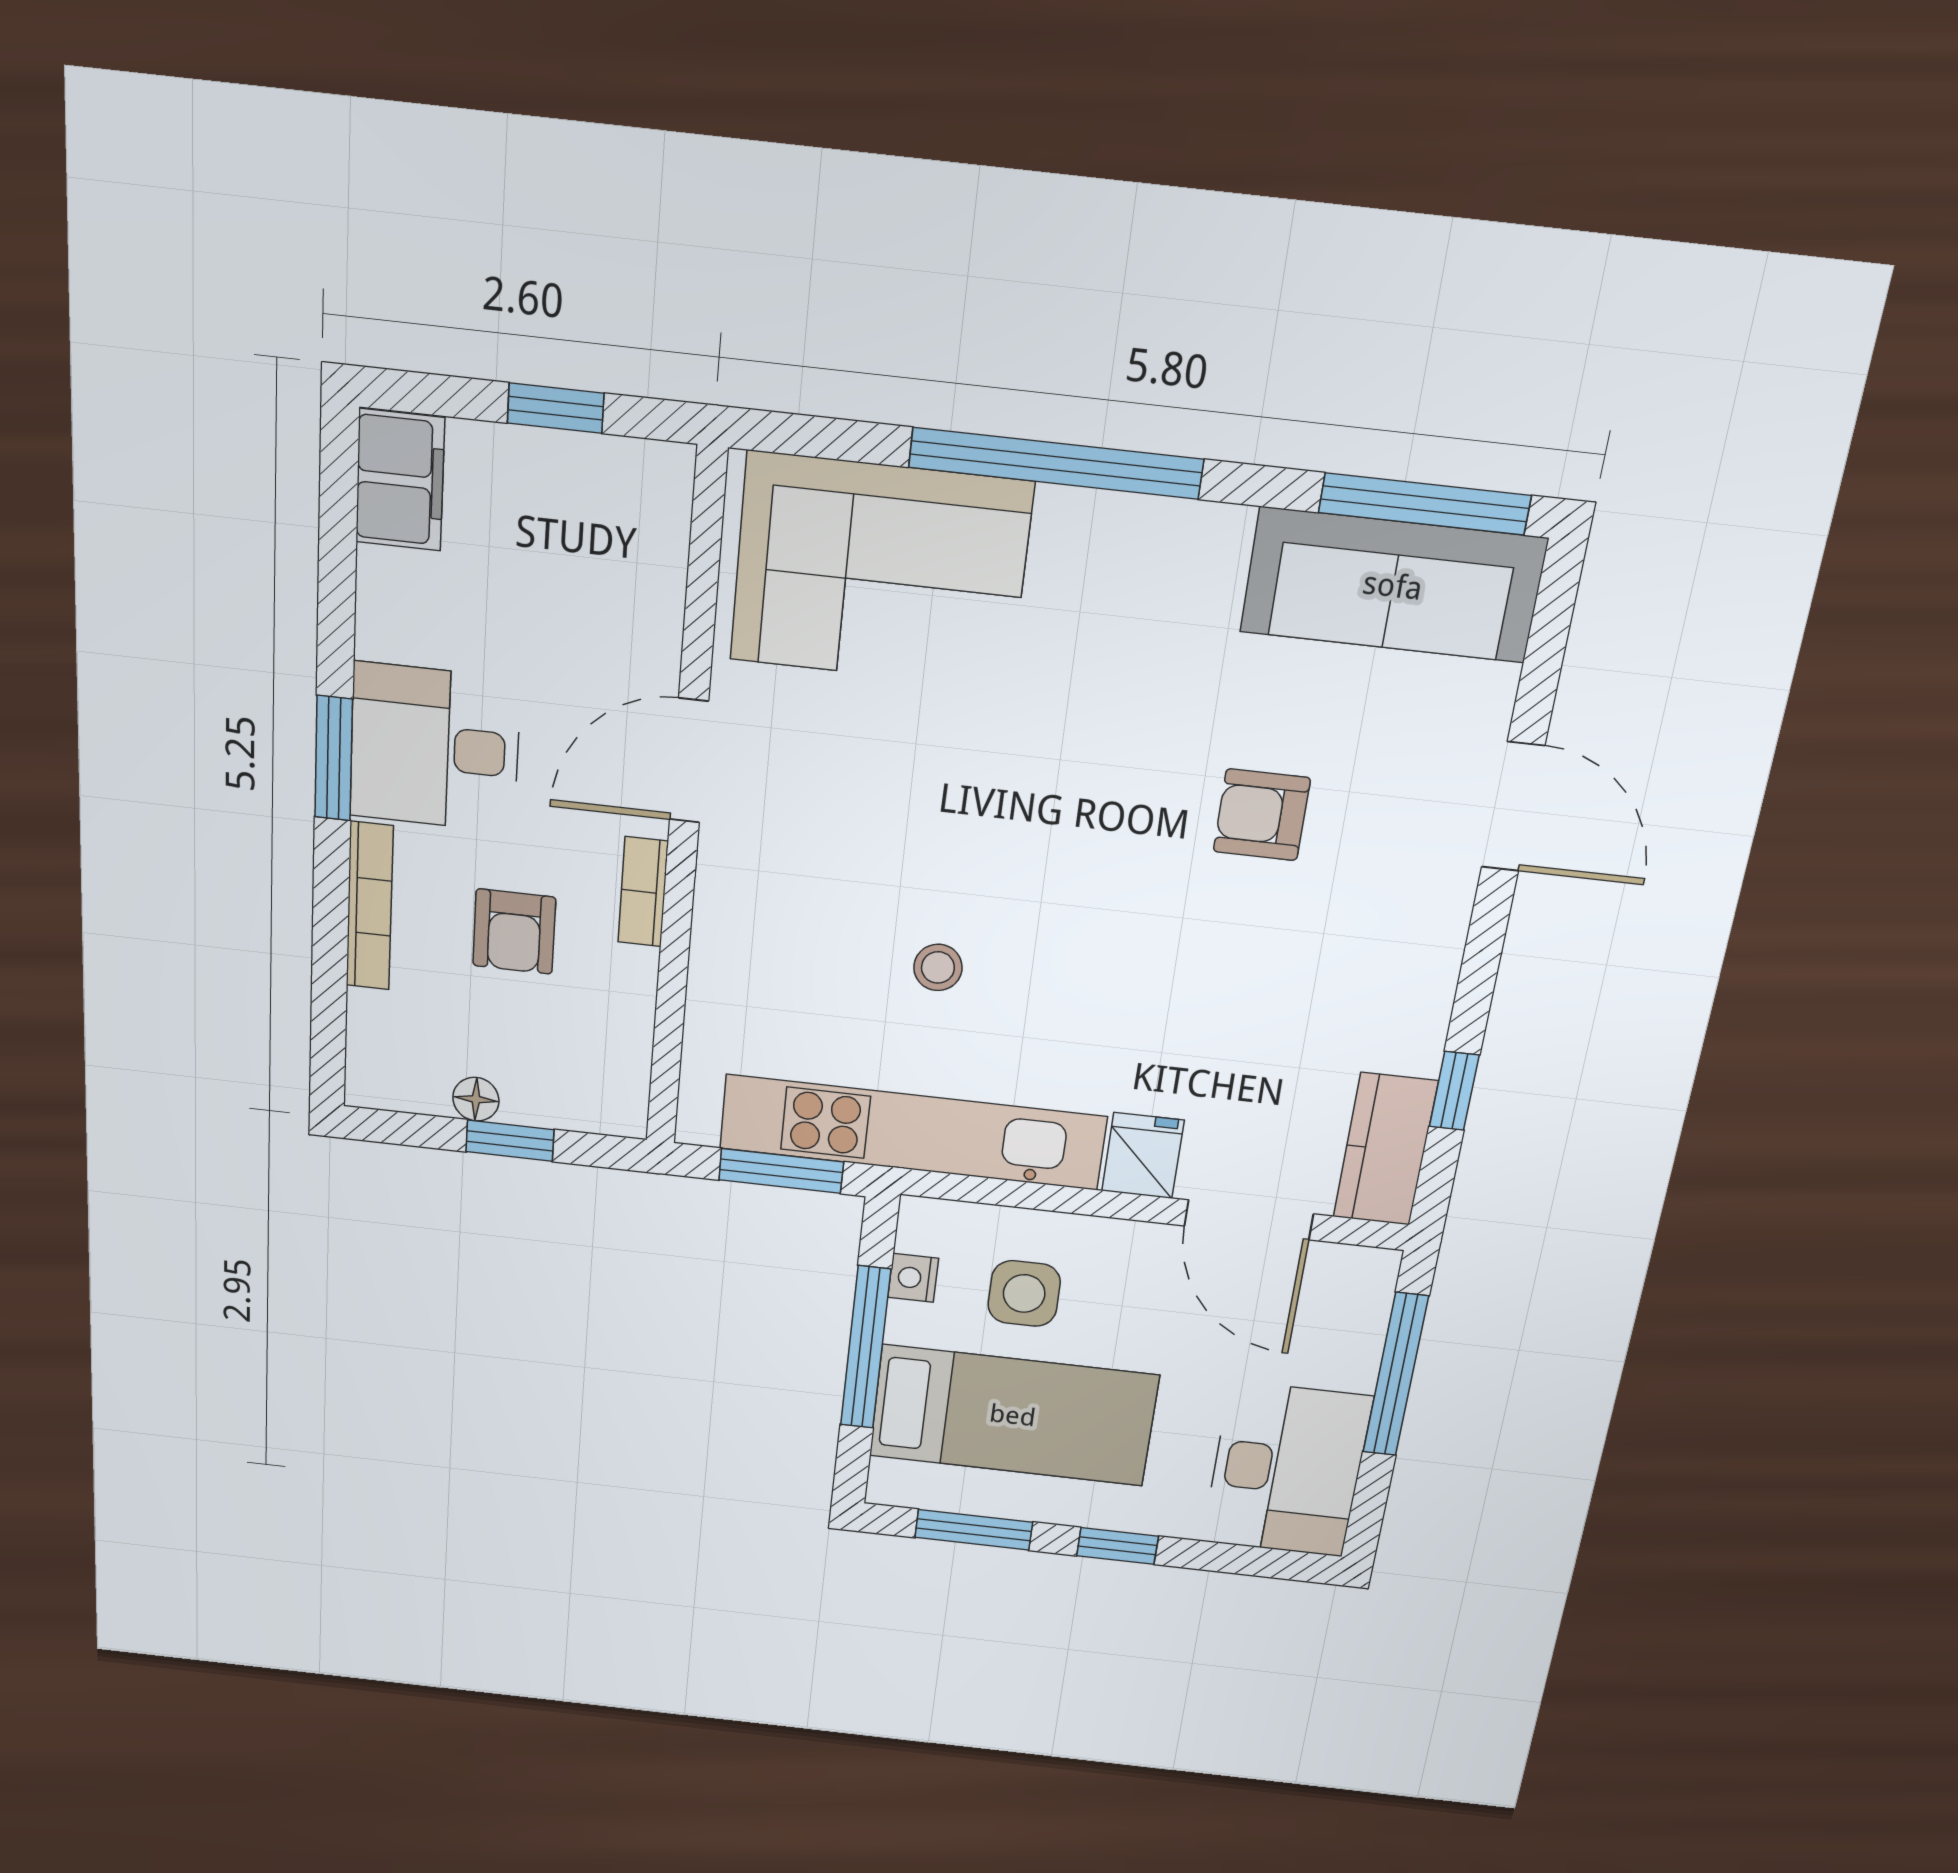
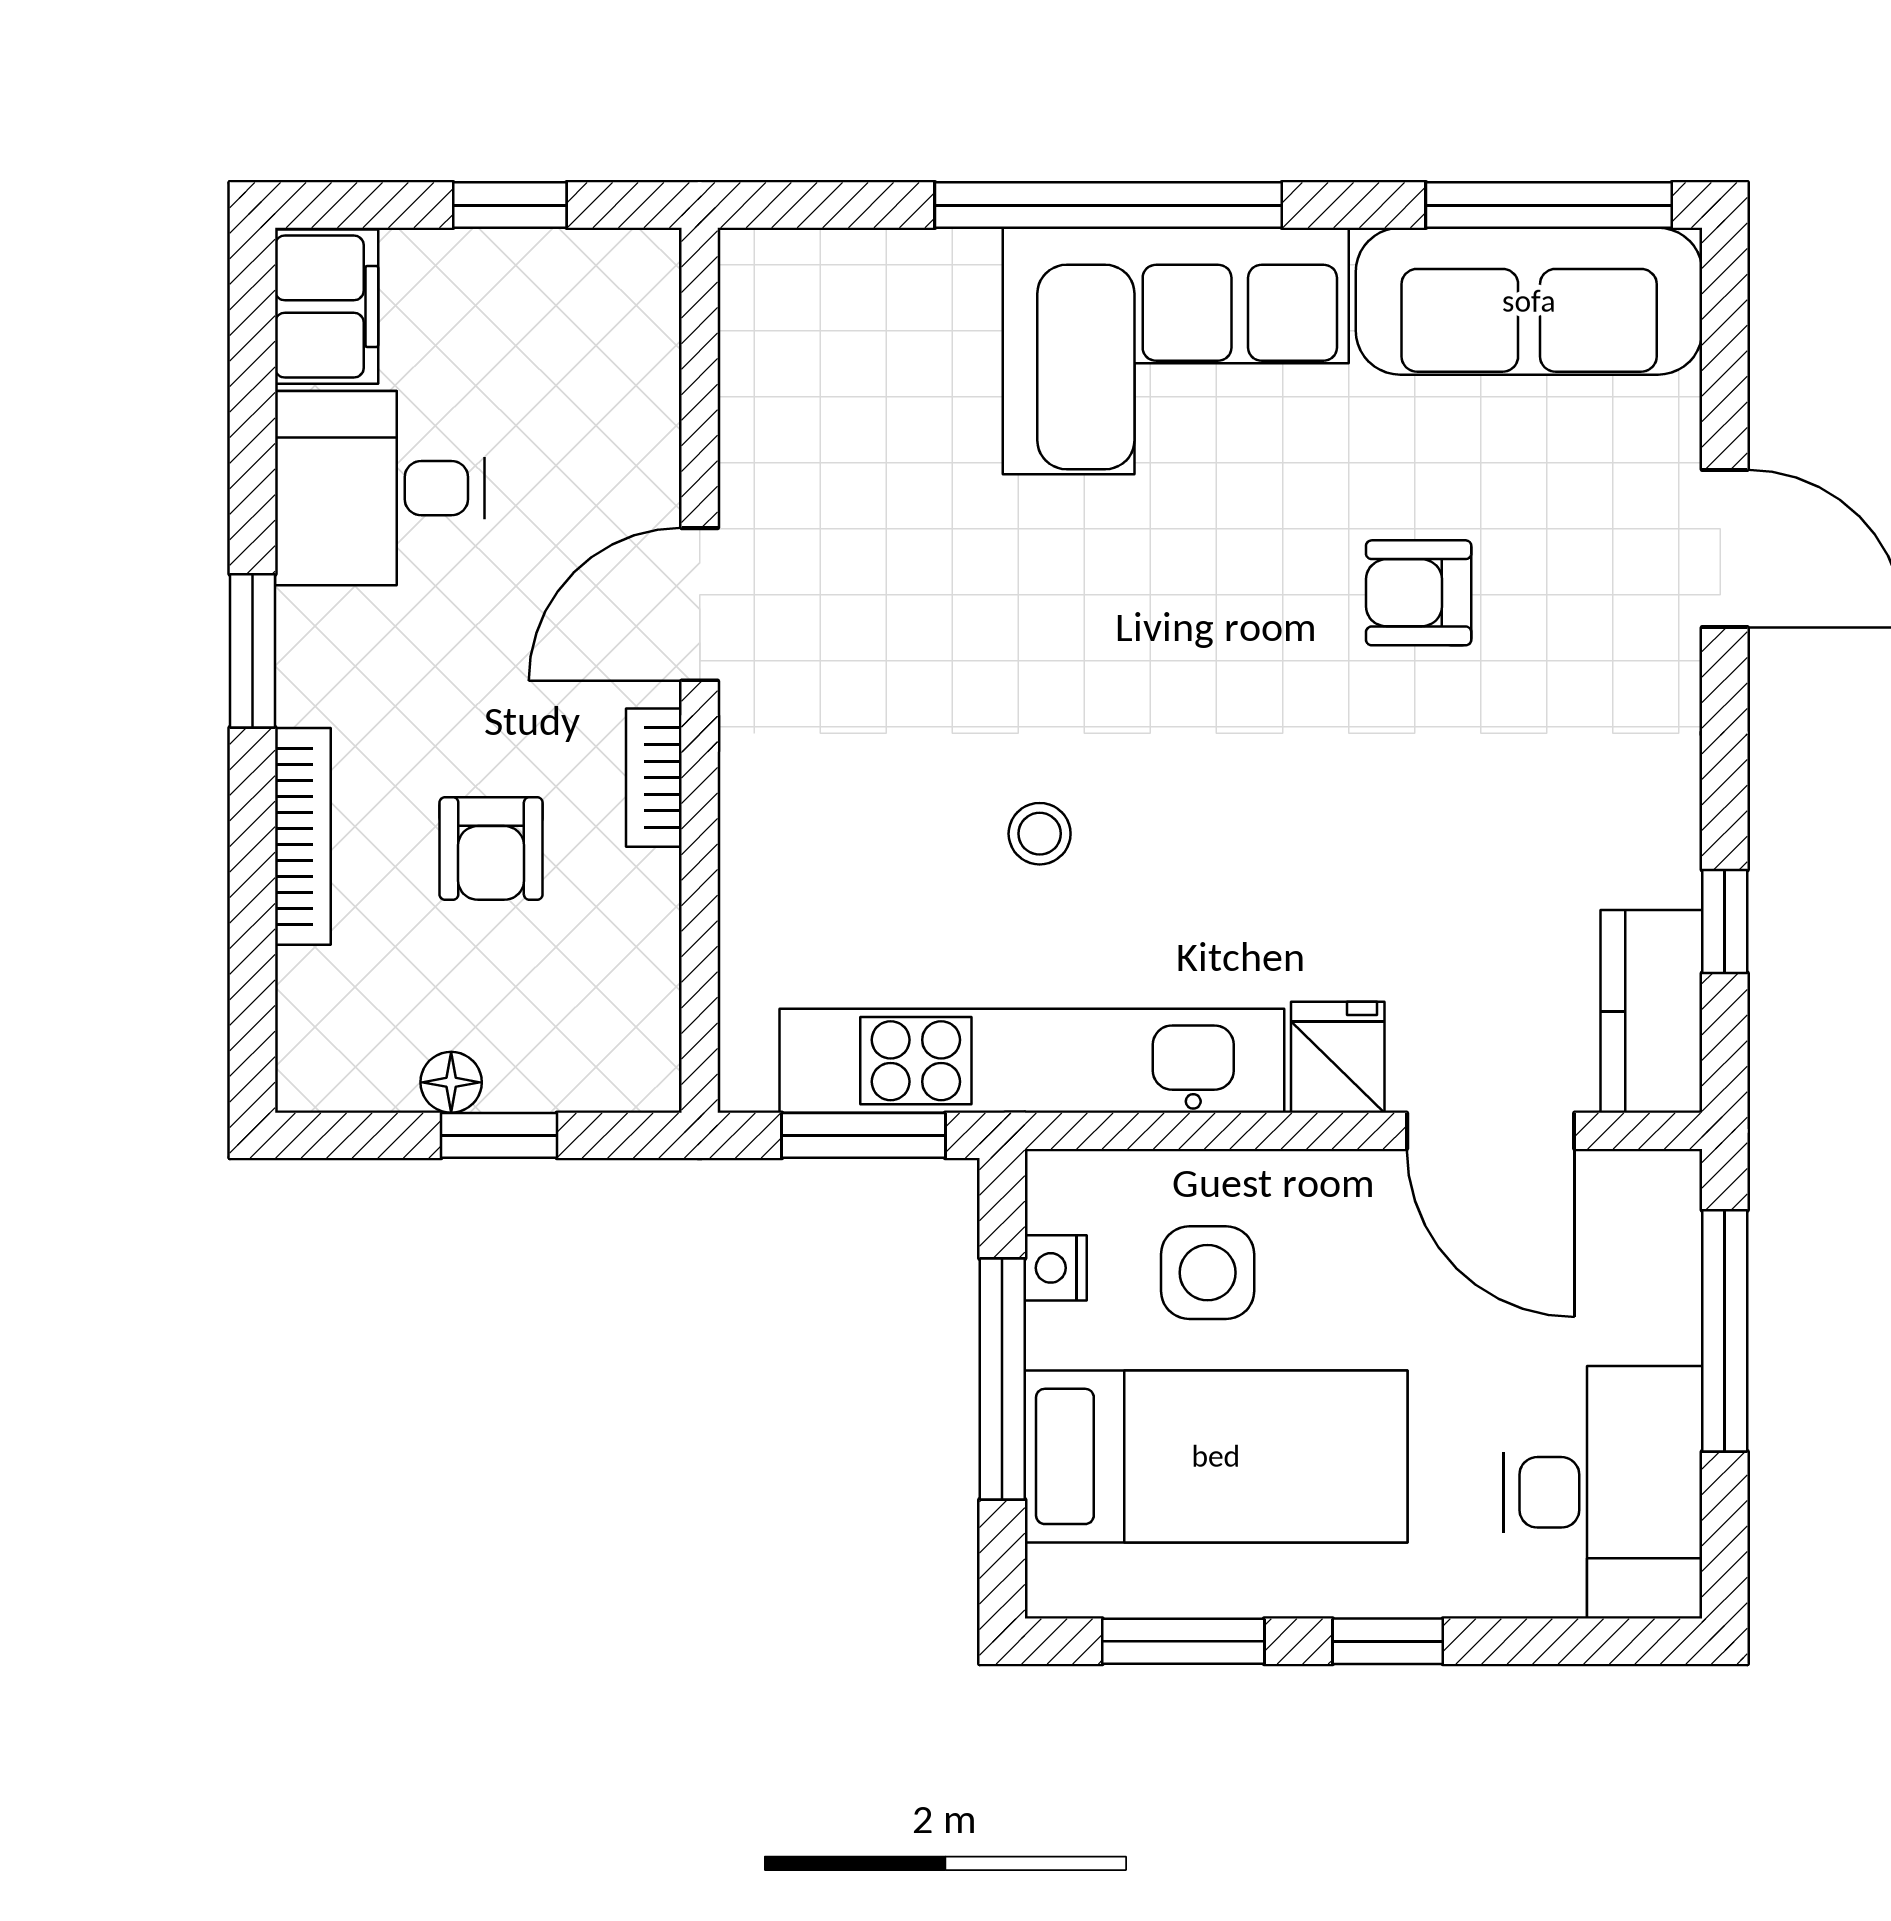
corner sofa: (880, 571) -> (1176, 351), moved
desk: (435, 748) -> (380, 488), moved

